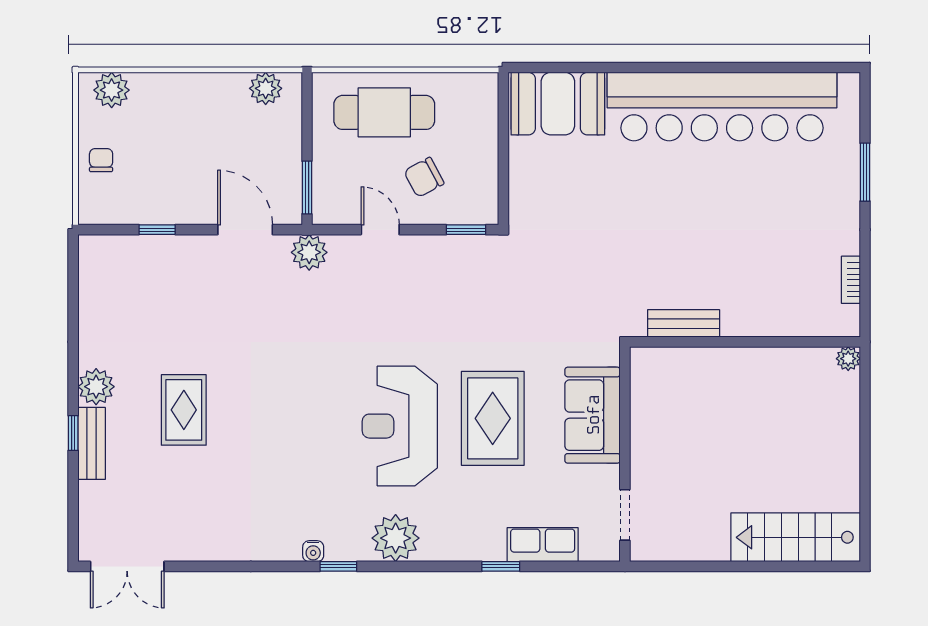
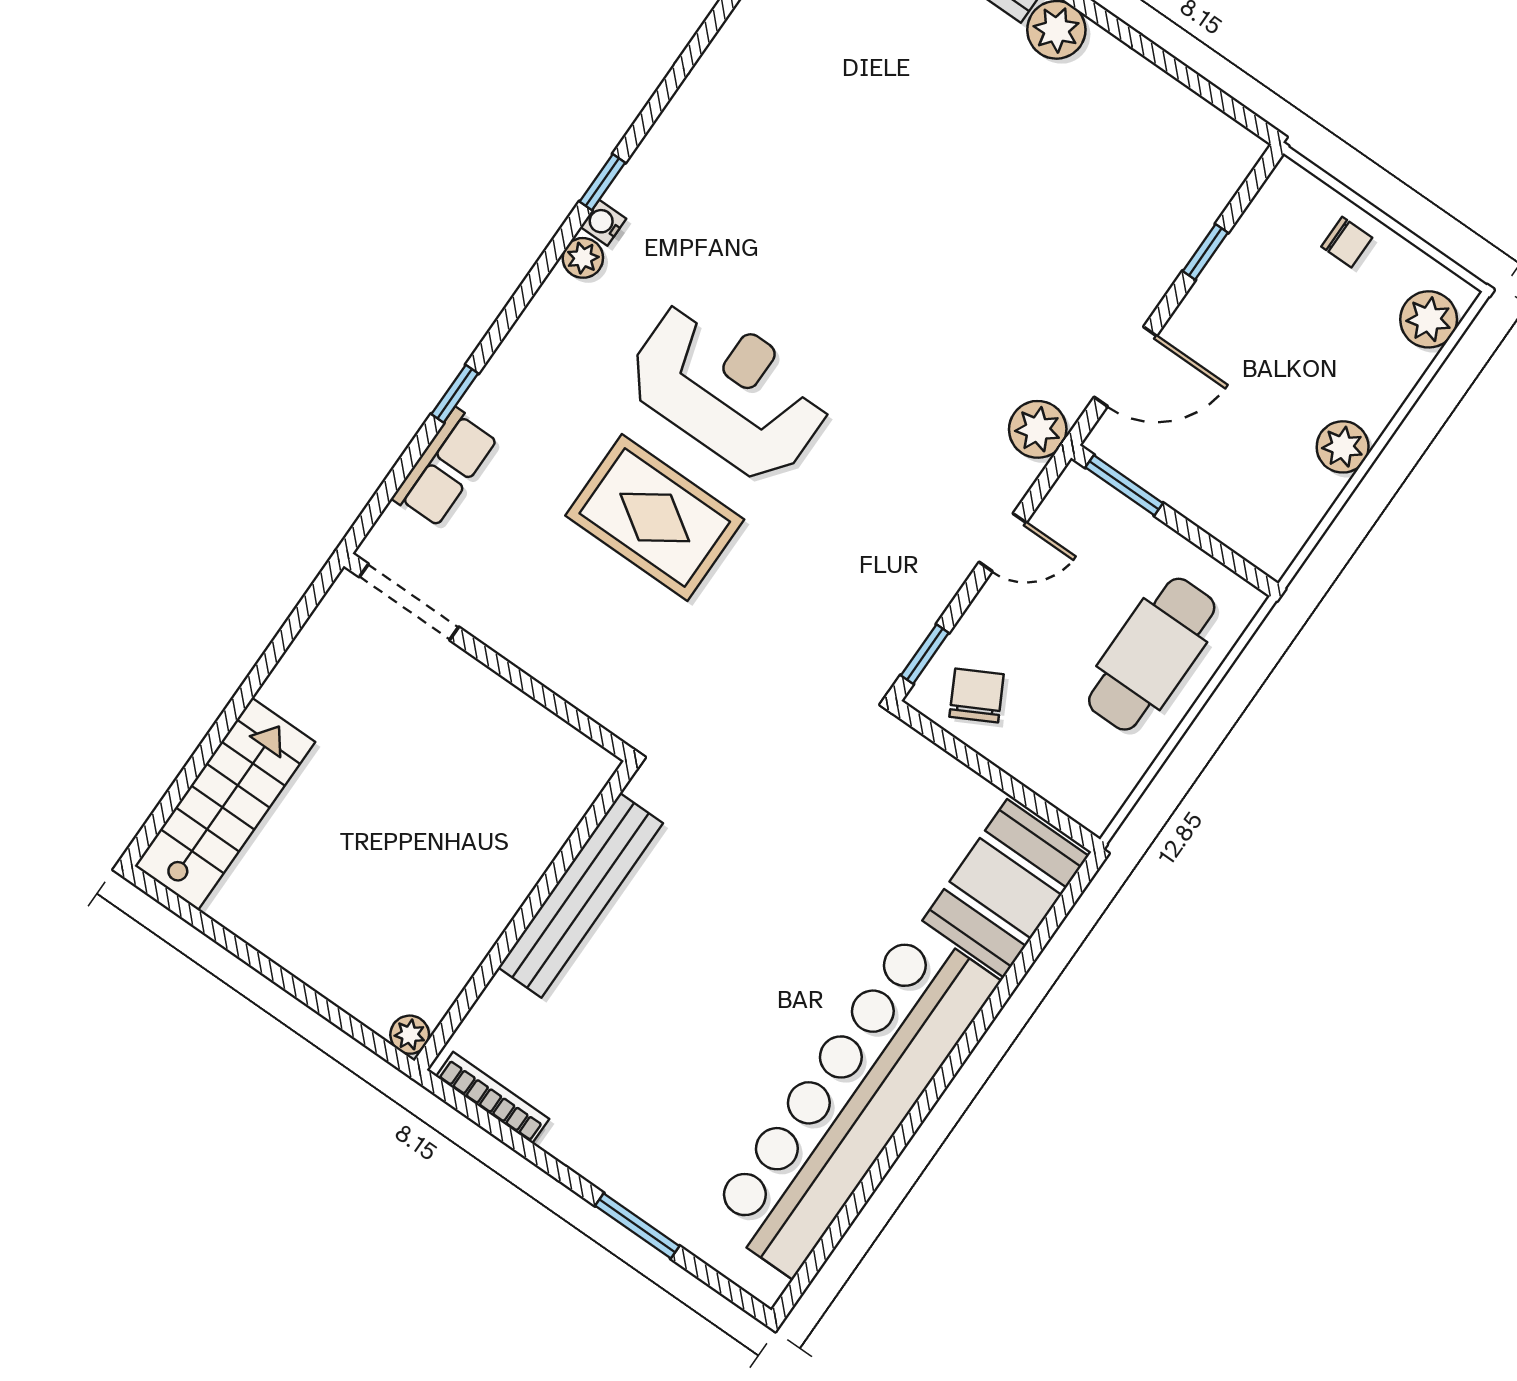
plant: (266, 88) -> (1343, 447), moved
chair: (424, 177) -> (977, 696), moved
bookcase: (851, 280) -> (493, 1098), width x1.56
bench: (684, 323) -> (581, 895), width x1.86, depth x1.21
rug: (184, 410) -> (946, 123), removed
sofa: (593, 415) -> (568, 650), removed
doorway: (625, 515) -> (409, 602), width x1.38
plant: (396, 538) -> (583, 258), width x0.53, depth x0.53
water cooler: (313, 551) -> (603, 223), moved

